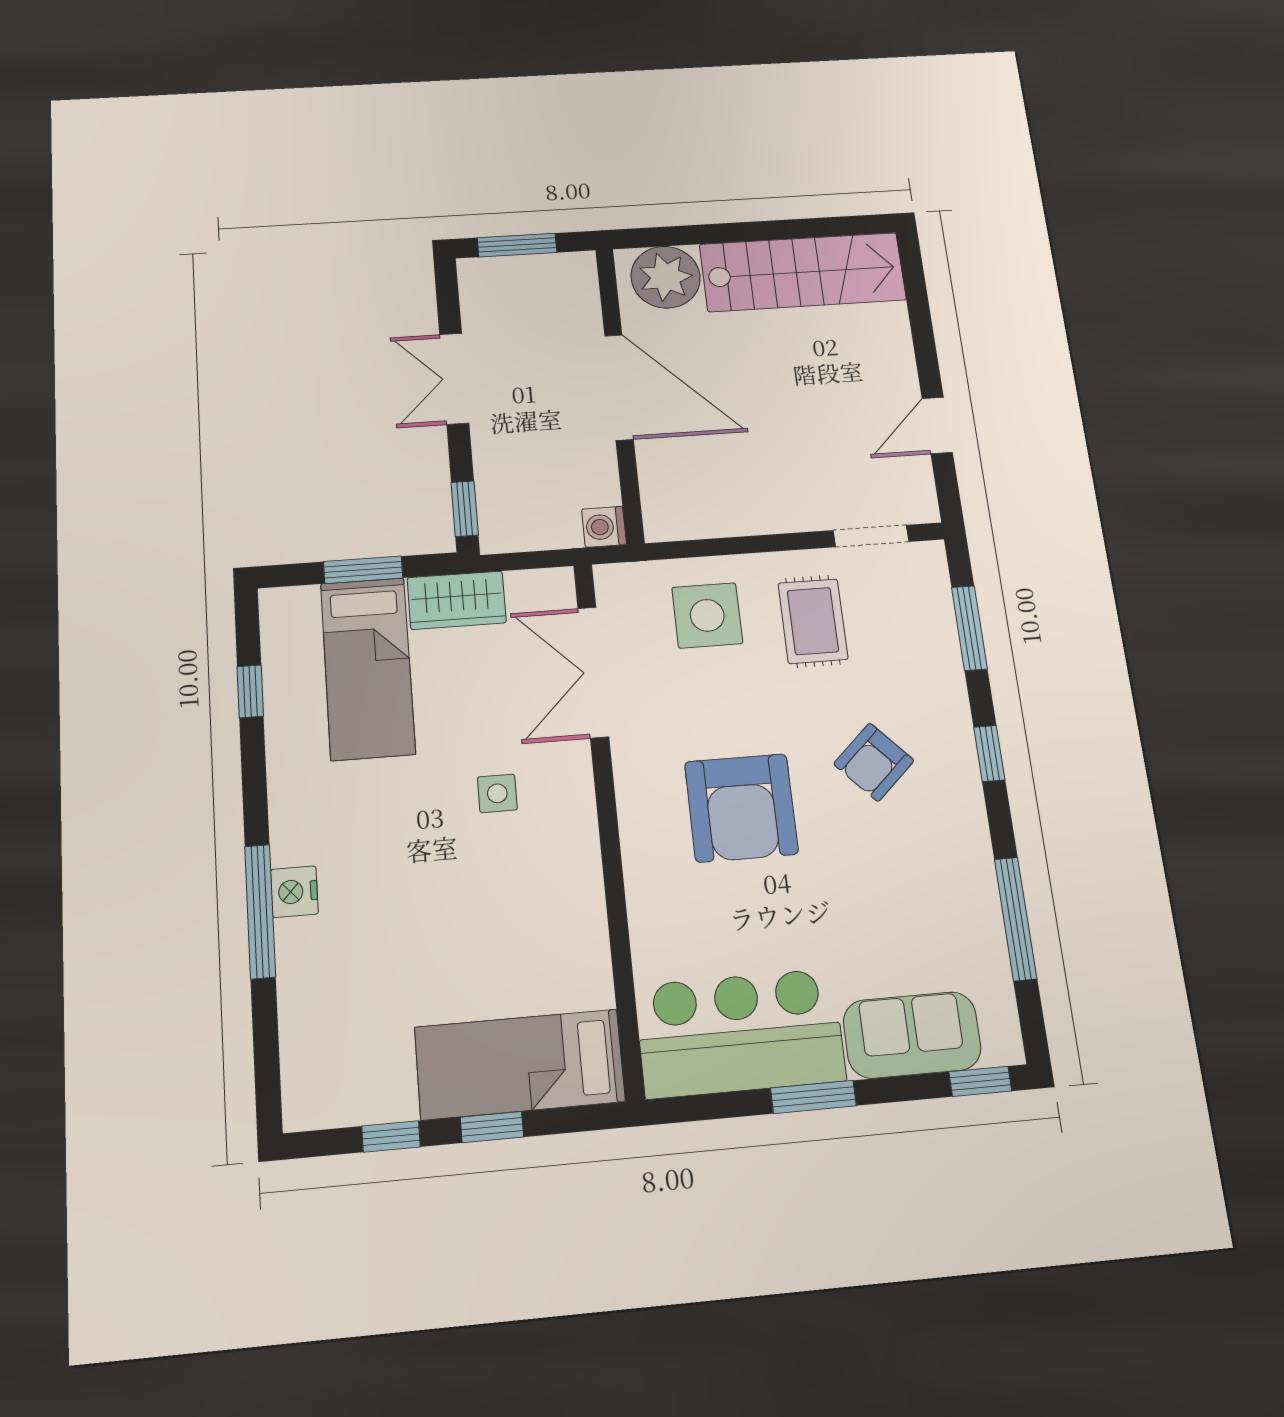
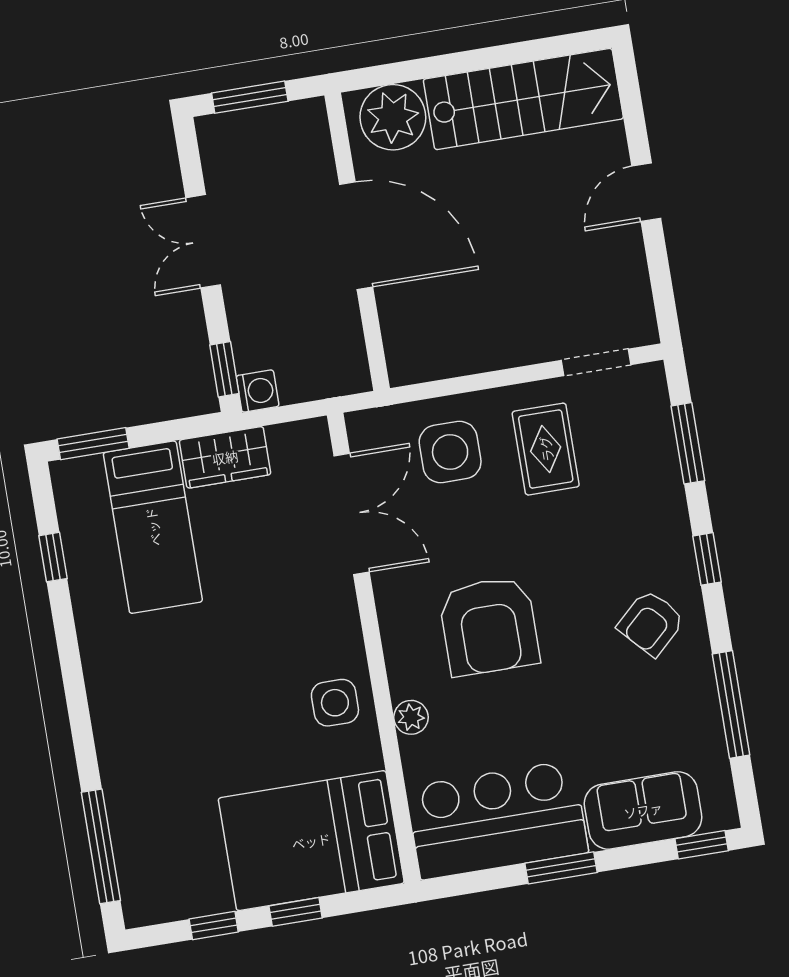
door: (937, 425) -> (646, 192), moved
washing machine: (604, 527) -> (258, 391), moved, turned 180
window: (363, 570) -> (93, 444), moved
double door: (593, 672) -> (352, 514), swing flipped
armchair: (874, 762) -> (651, 623), moved
side table: (497, 793) -> (335, 703), moved, width x1.37, depth x1.37
nightstand: (294, 892) -> (112, 730), removed
plant: (646, 904) -> (411, 717), added
window: (260, 911) -> (101, 846), moved
bed: (520, 1064) -> (311, 841), width x1.50

